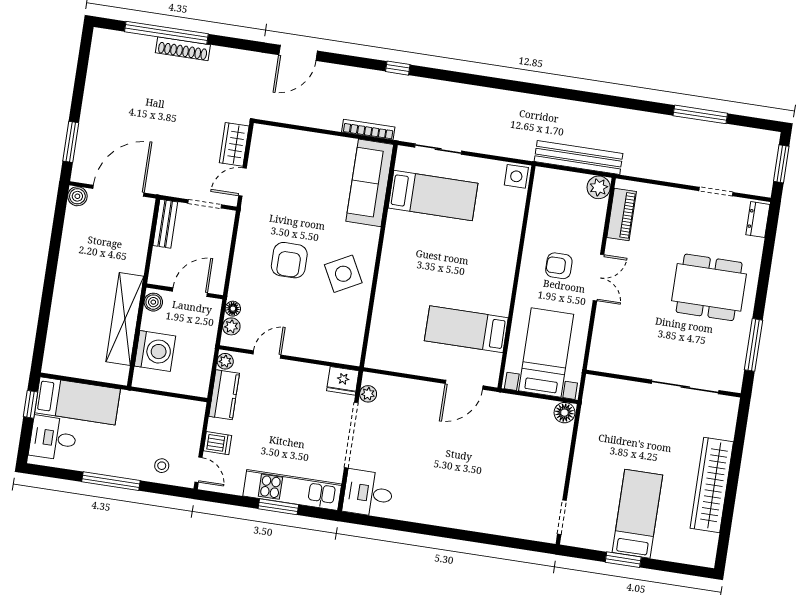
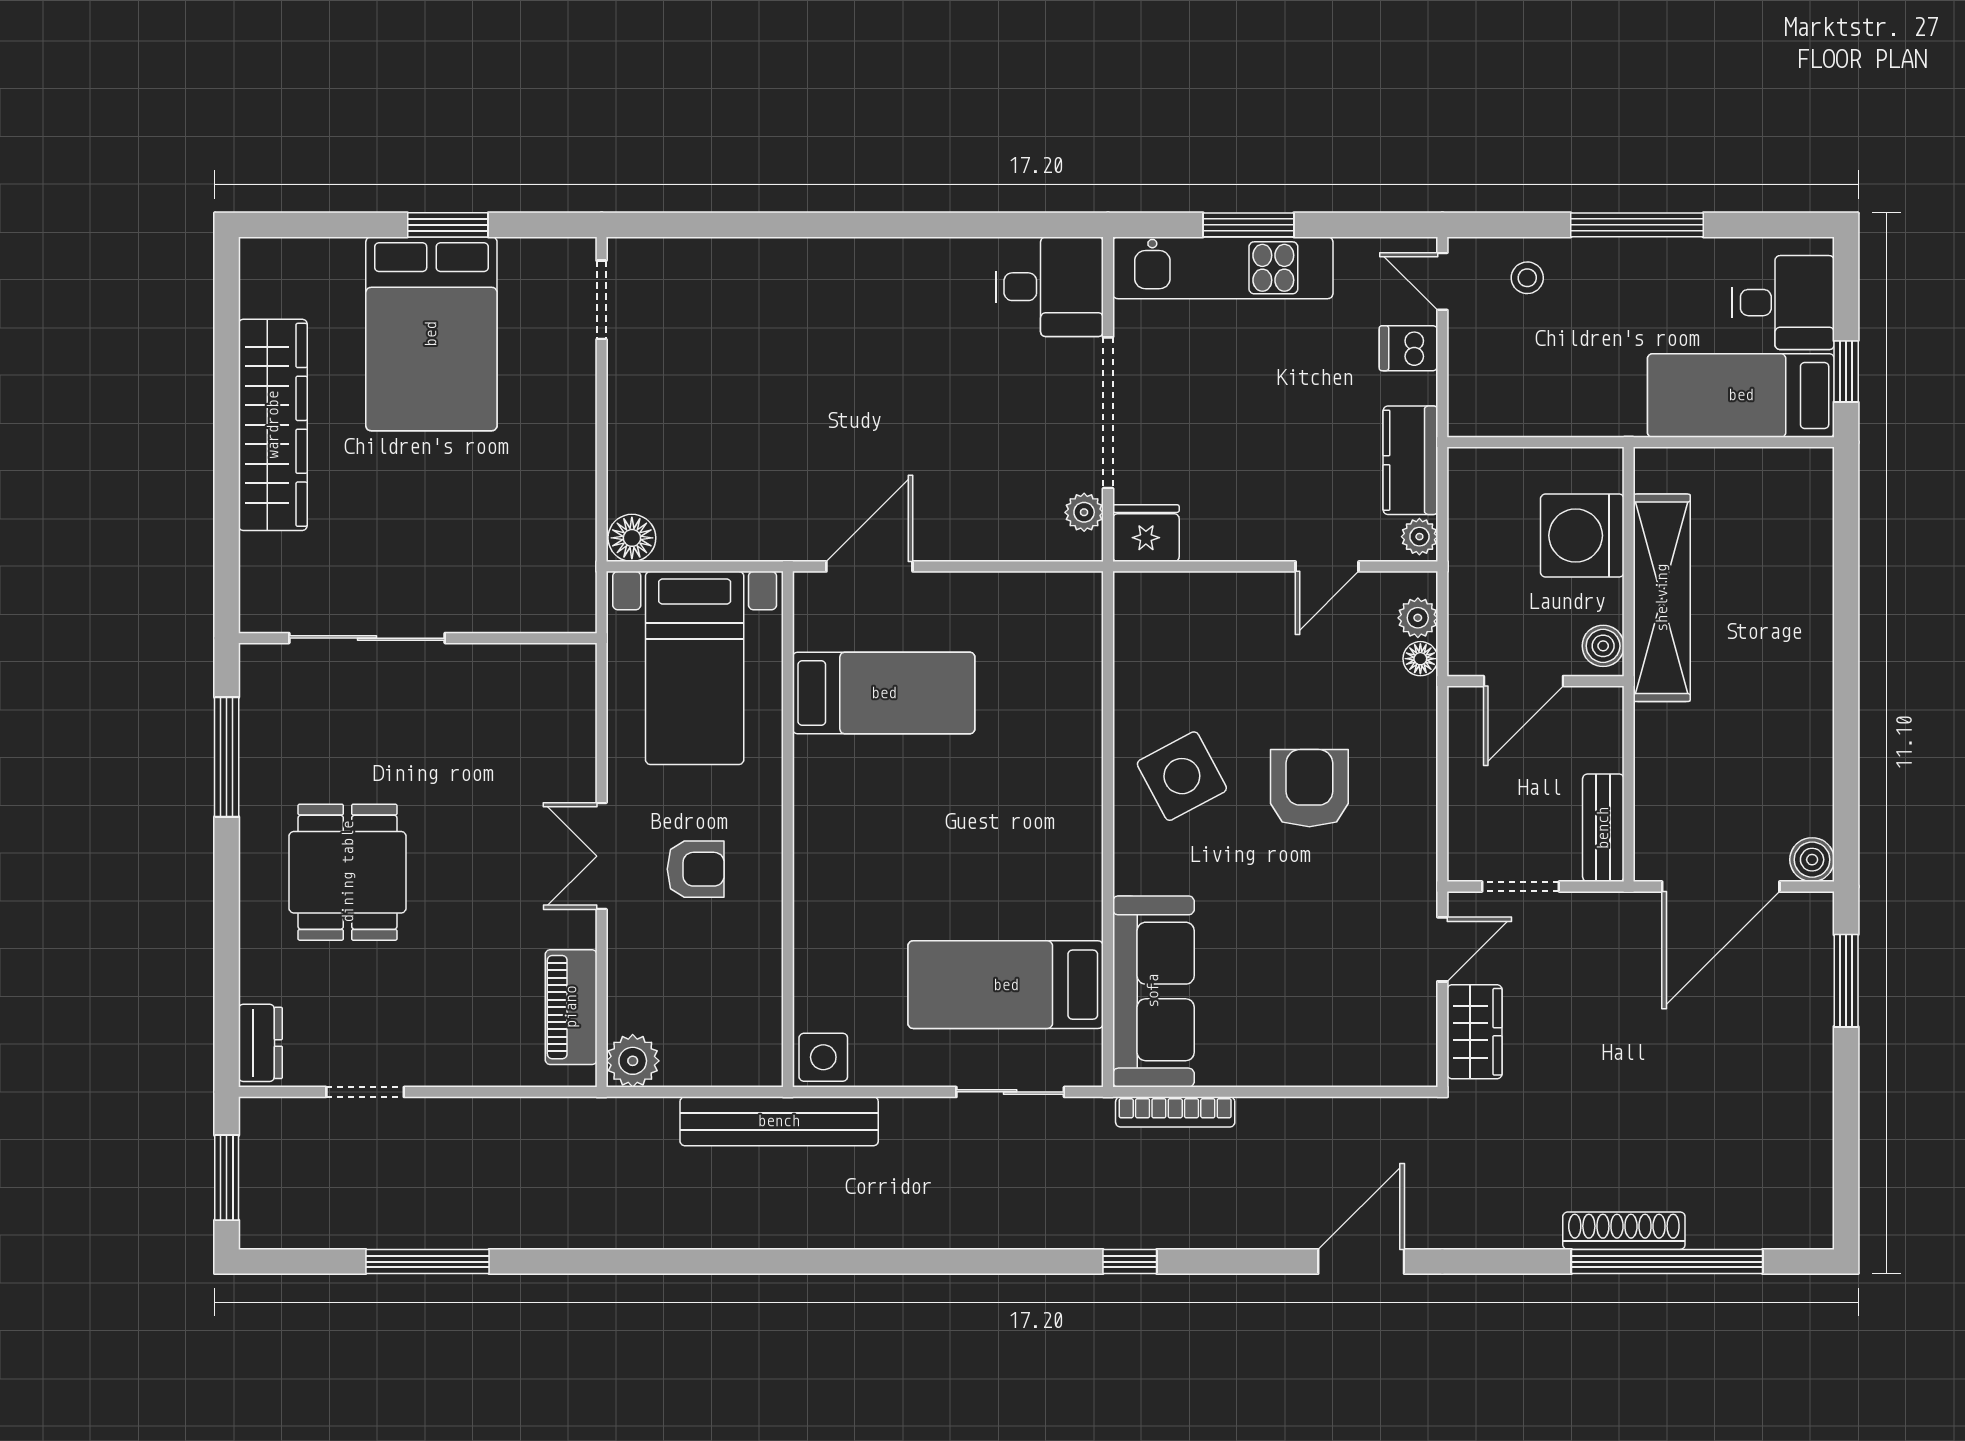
bench: (578, 158) -> (779, 1121), moved
dining table: (709, 287) -> (348, 872), width x0.73
bed: (637, 514) -> (431, 334), width x1.50

